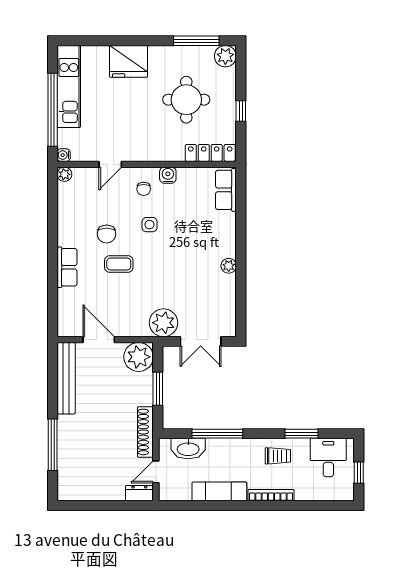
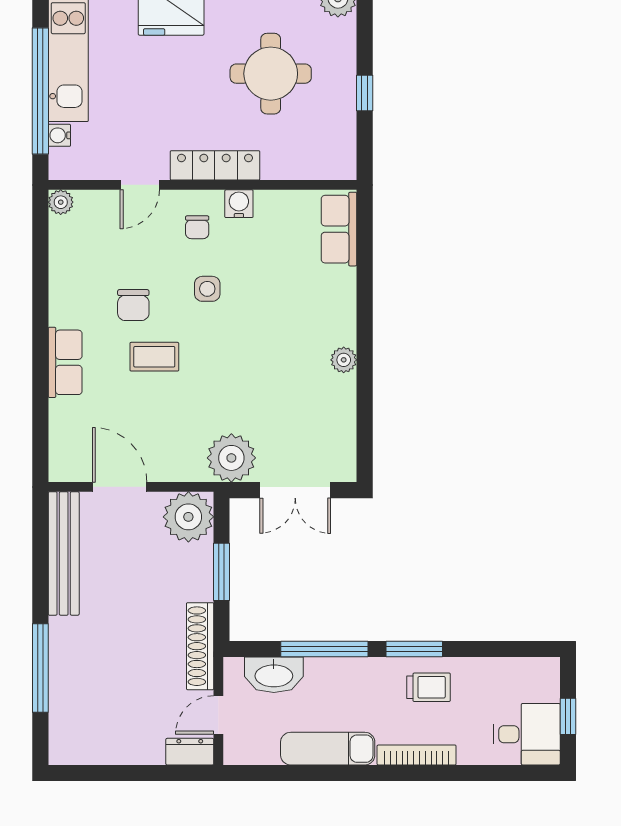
locker: (210, 153) -> (215, 165), moved
water cooler: (64, 155) -> (59, 135), moved
window: (302, 434) -> (414, 649), moved
desk: (328, 458) -> (527, 734), moved, turned 90

